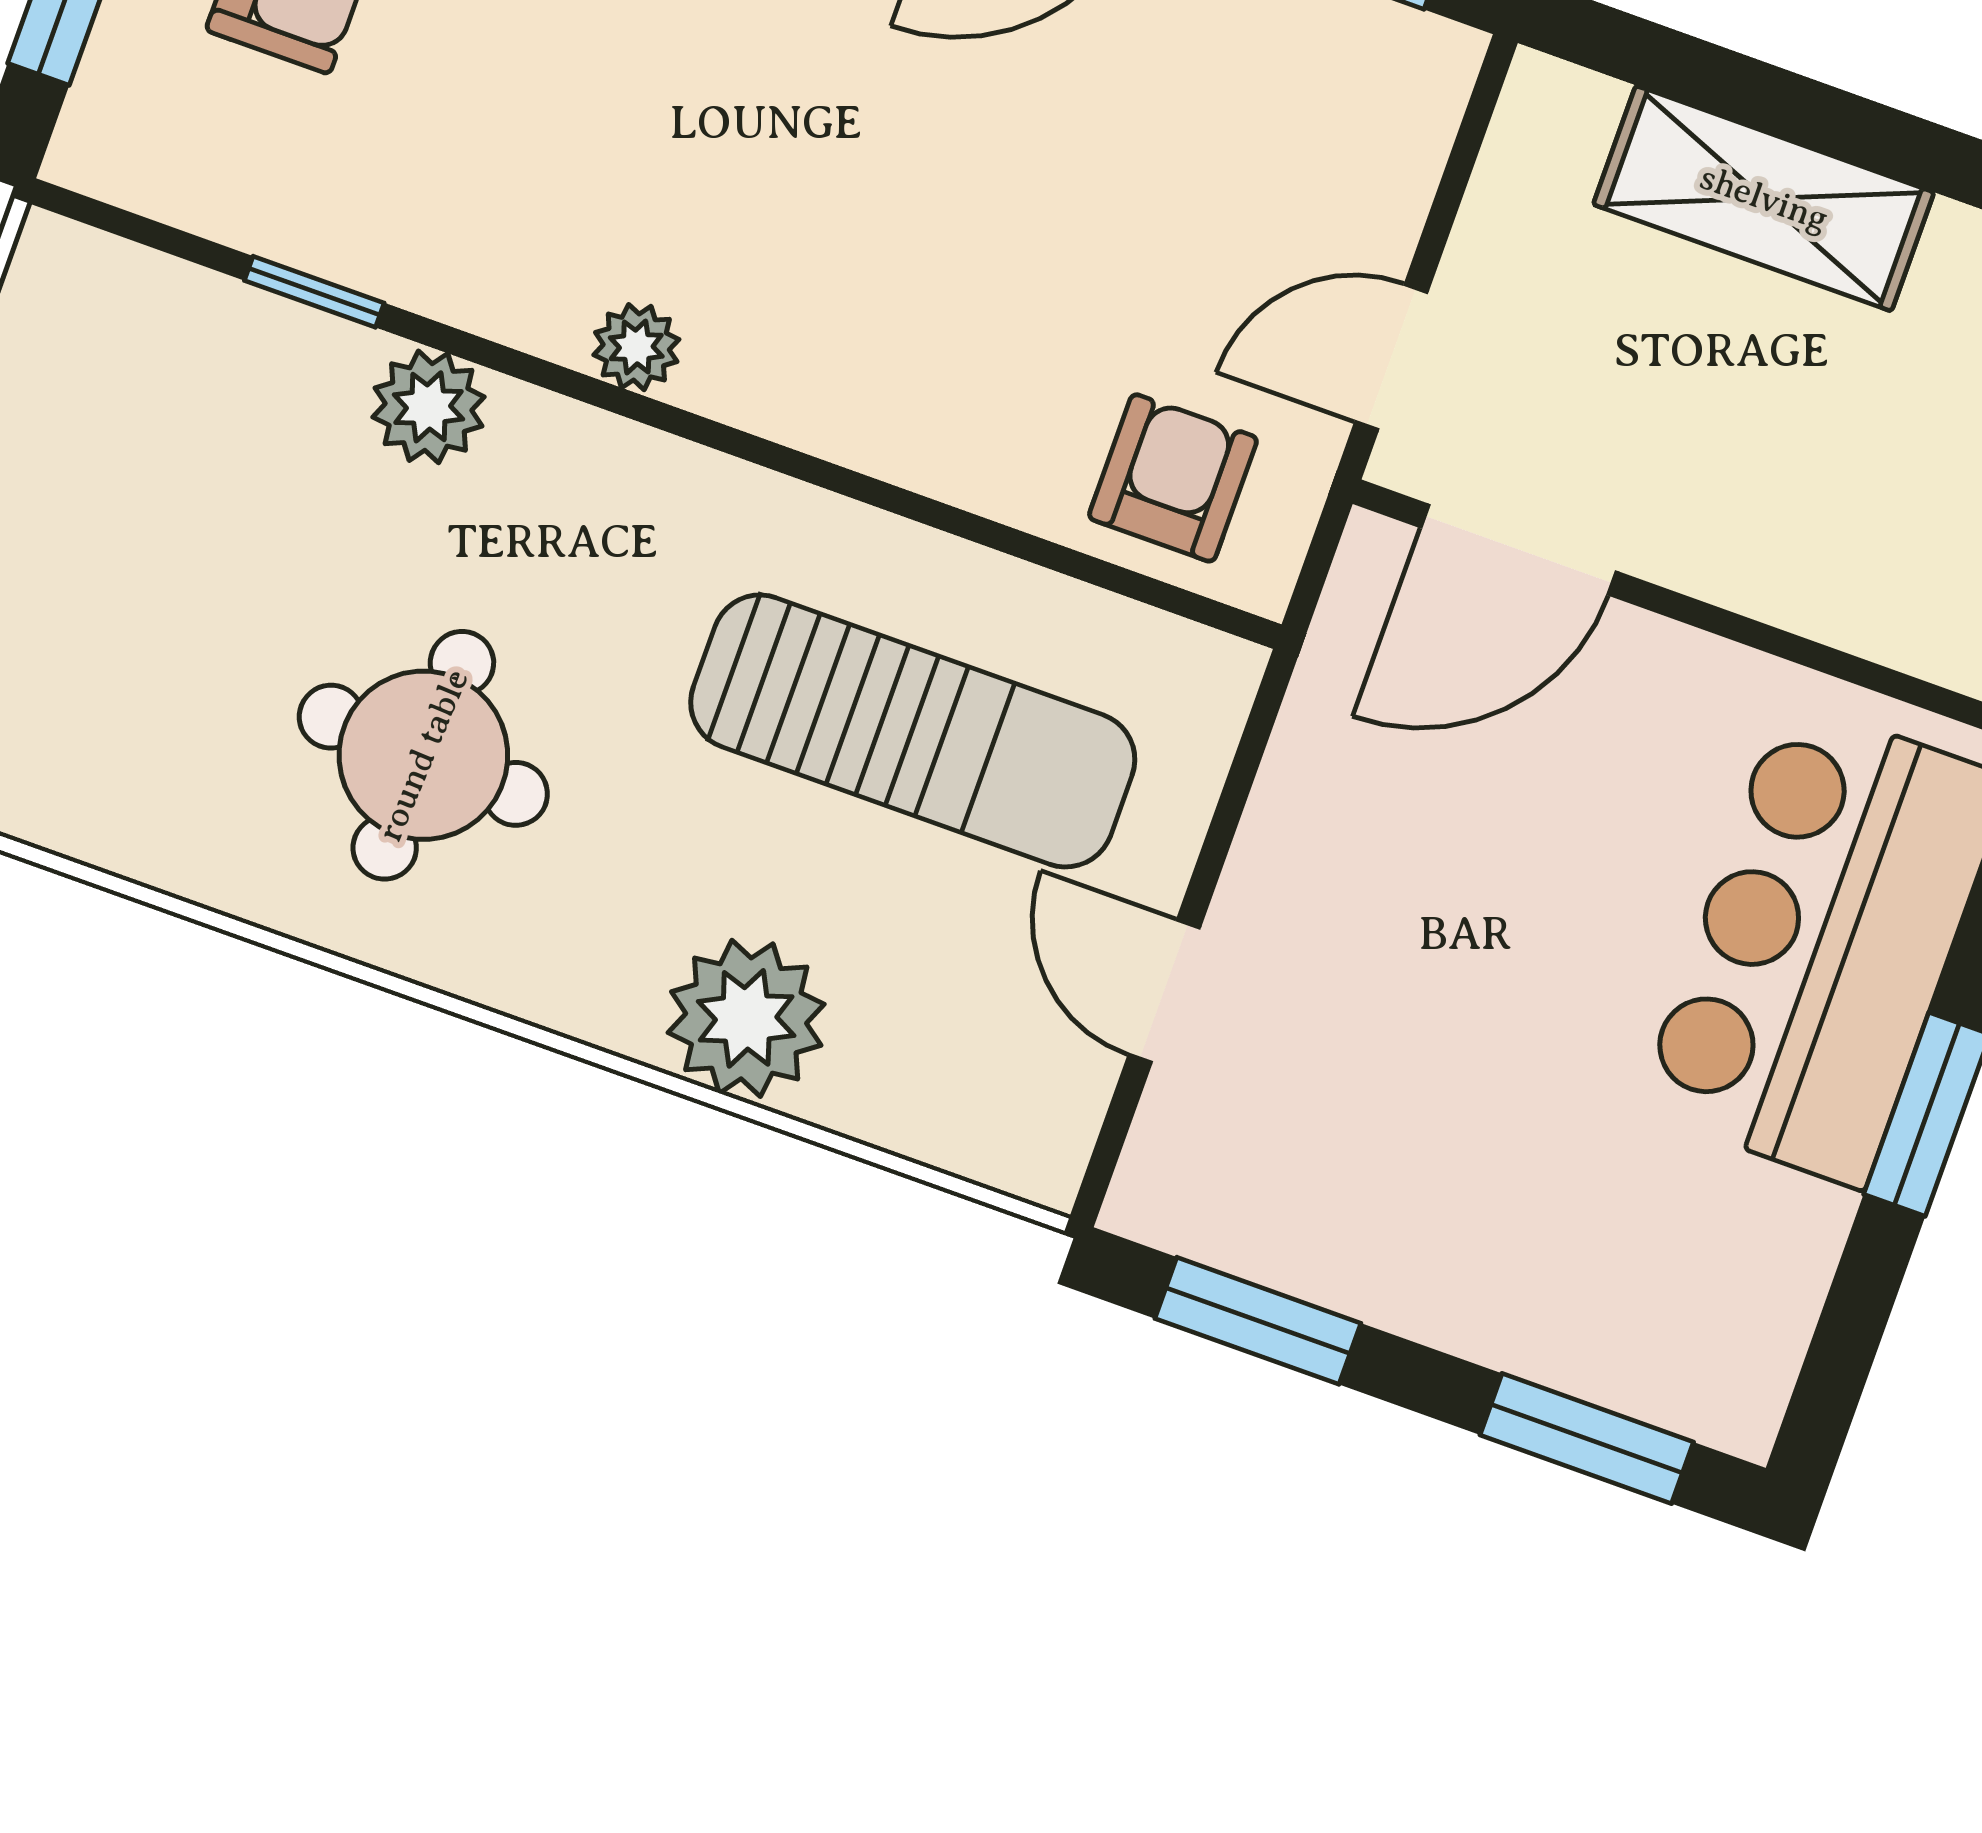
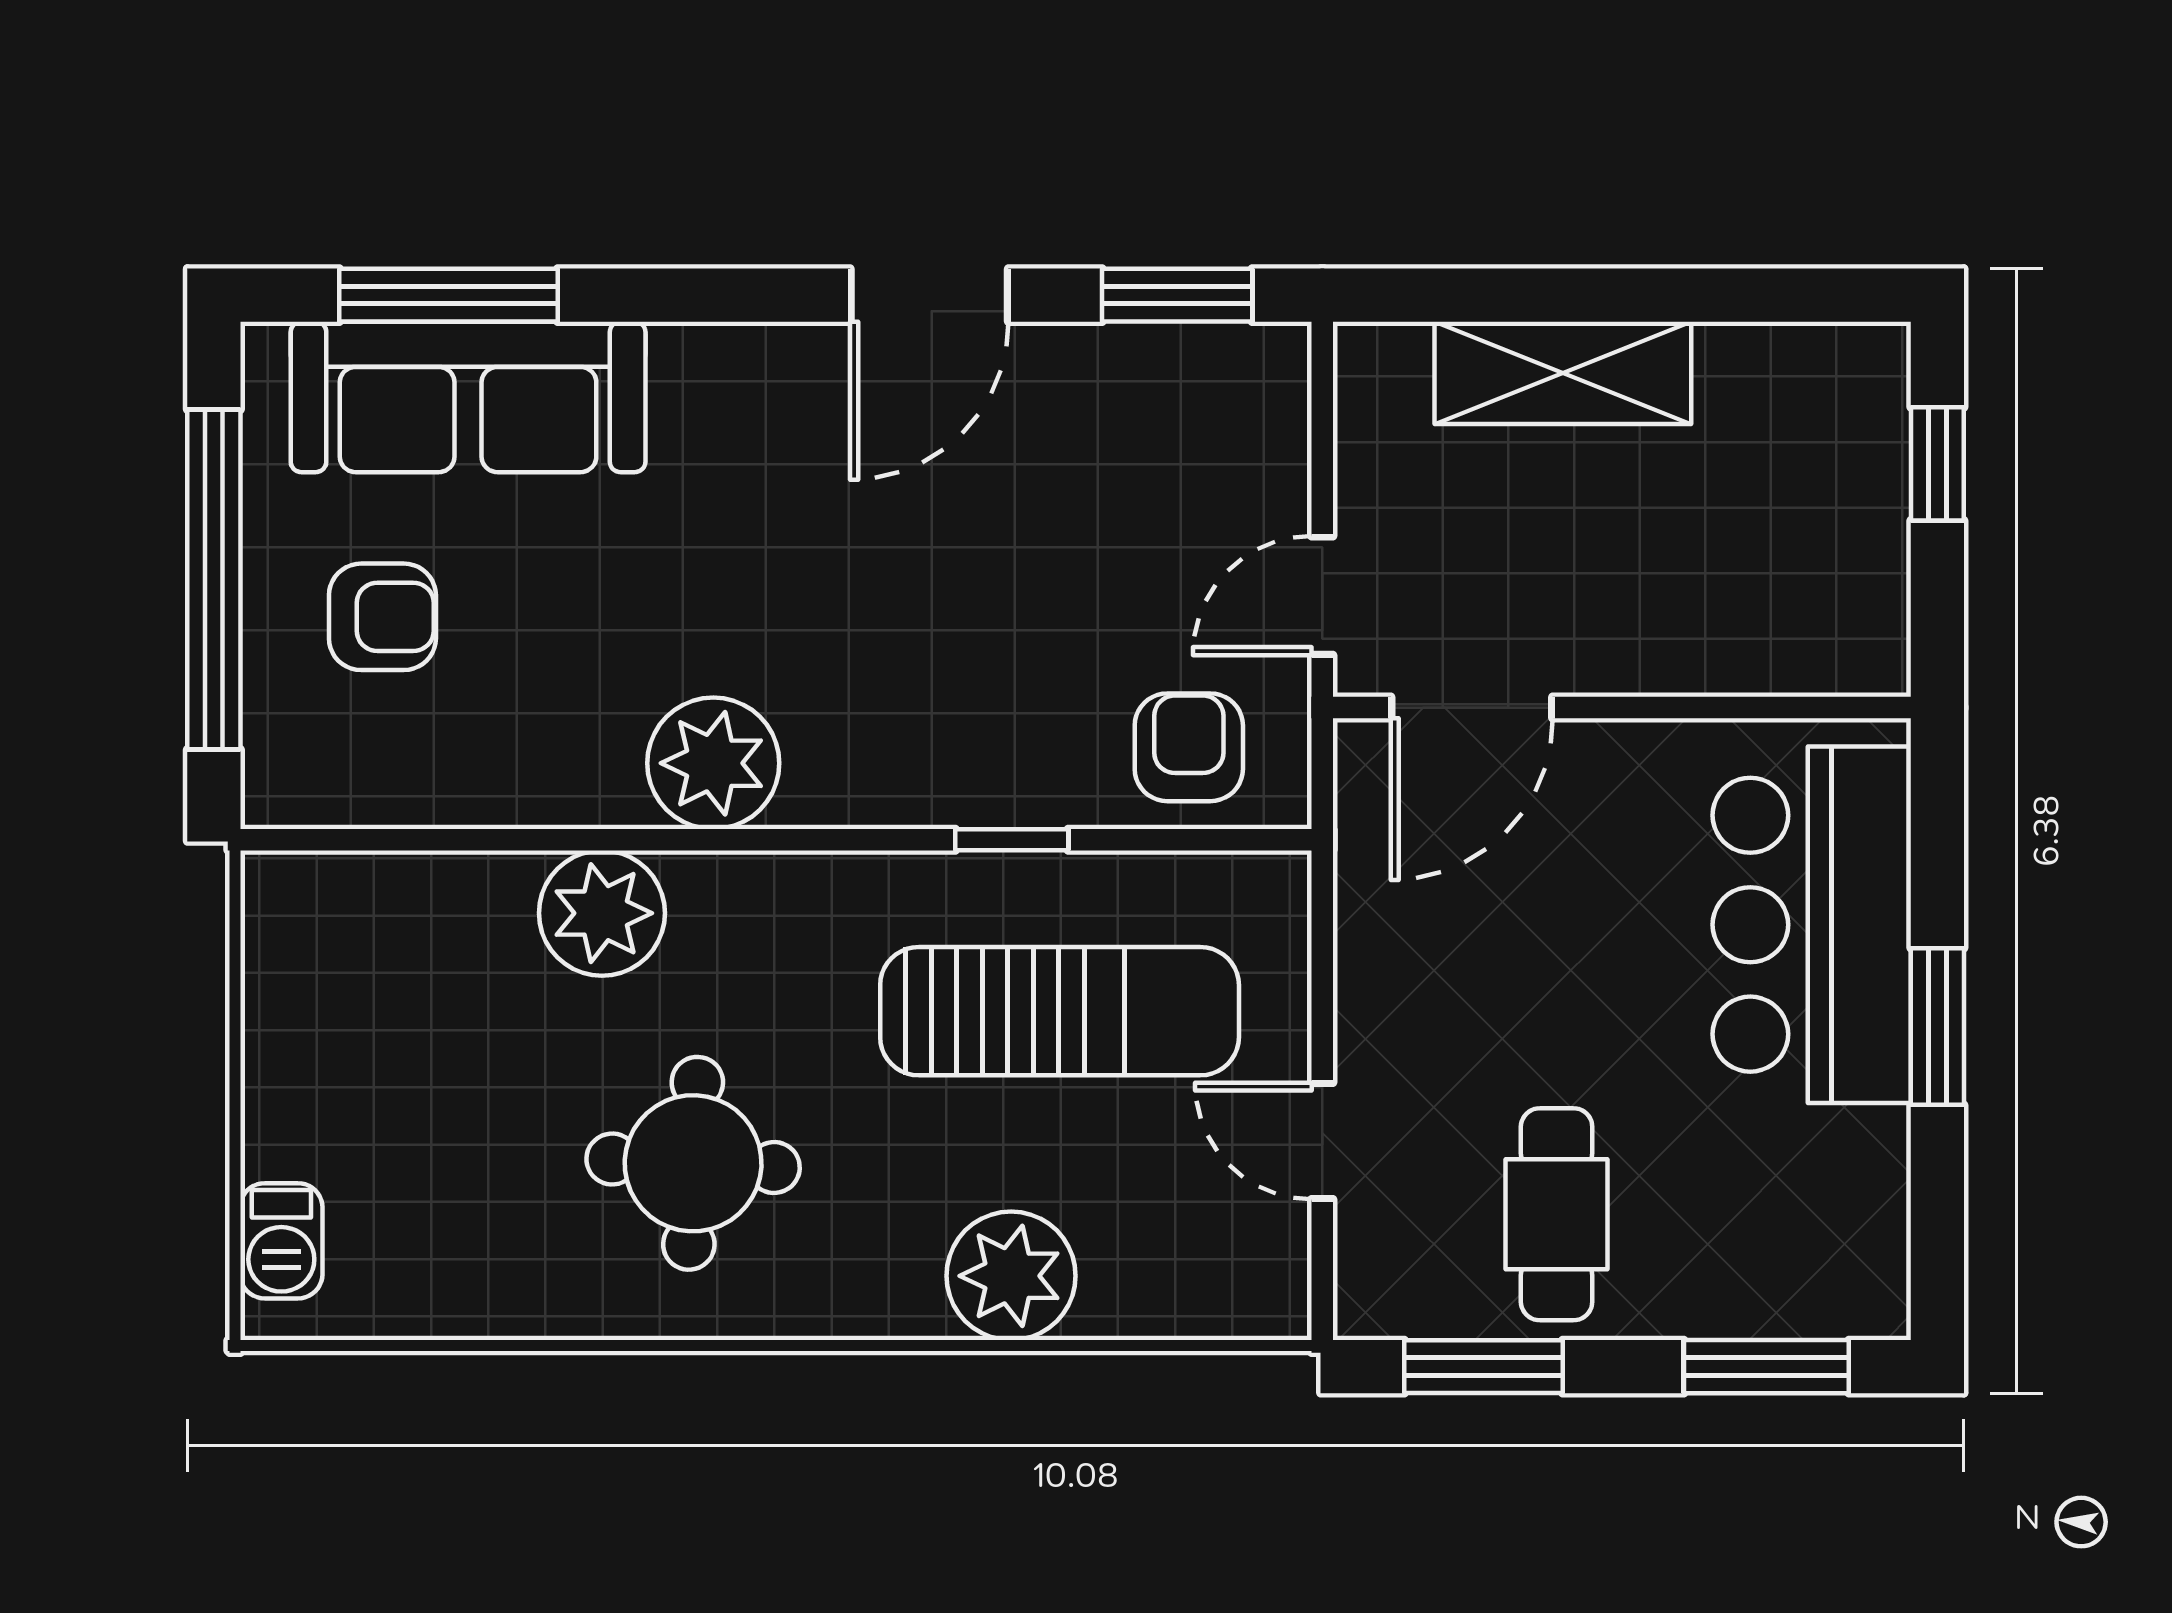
window: (314, 292) -> (1012, 840), moved
plant: (636, 347) -> (713, 763), width x1.87, depth x1.87
plant: (429, 407) -> (602, 913), width x1.36, depth x1.36
cafe table: (1406, 1174) -> (1557, 1214), added

